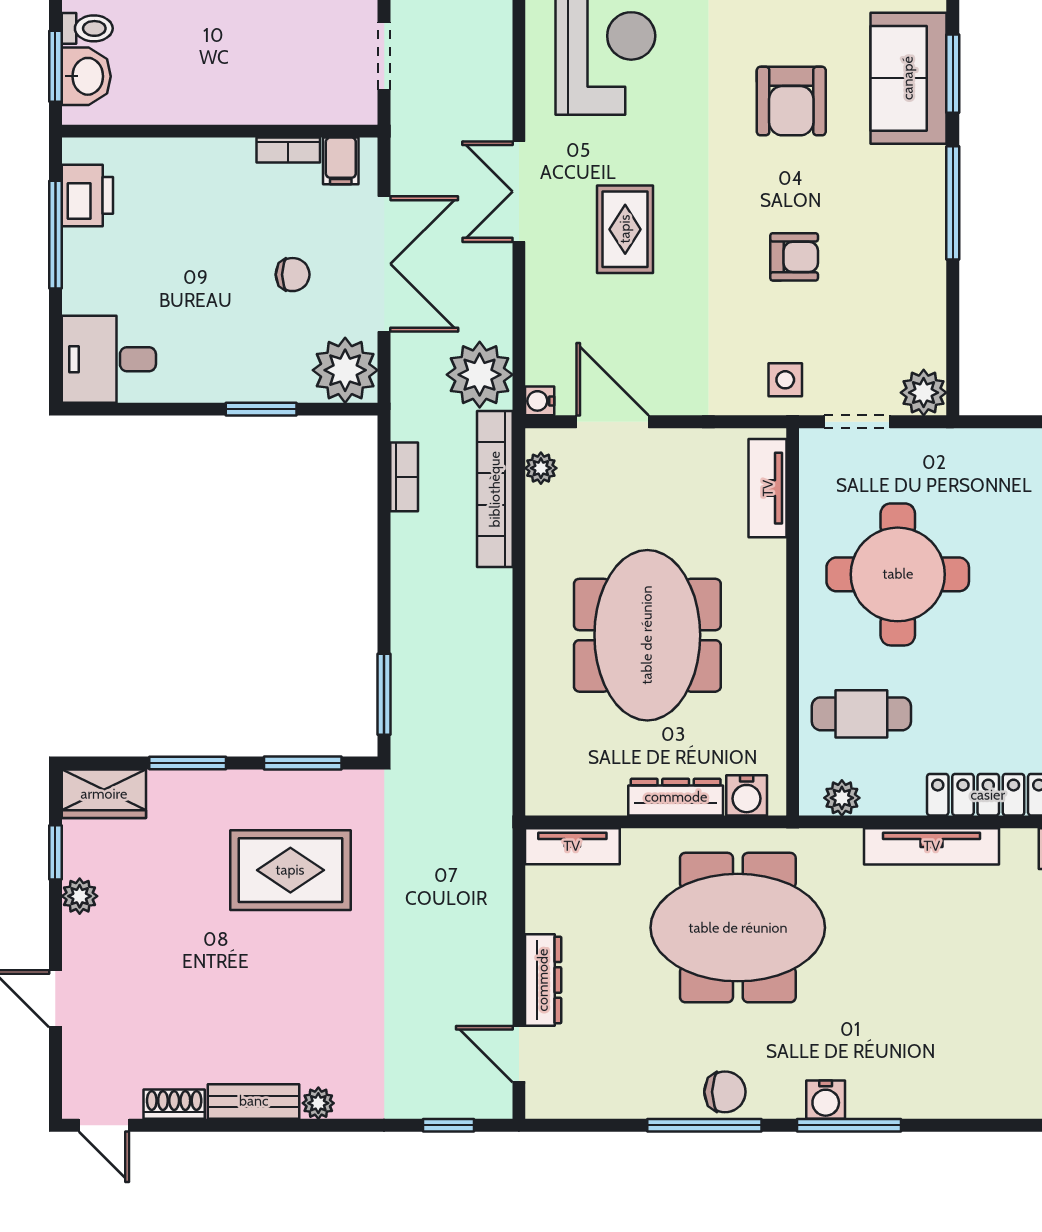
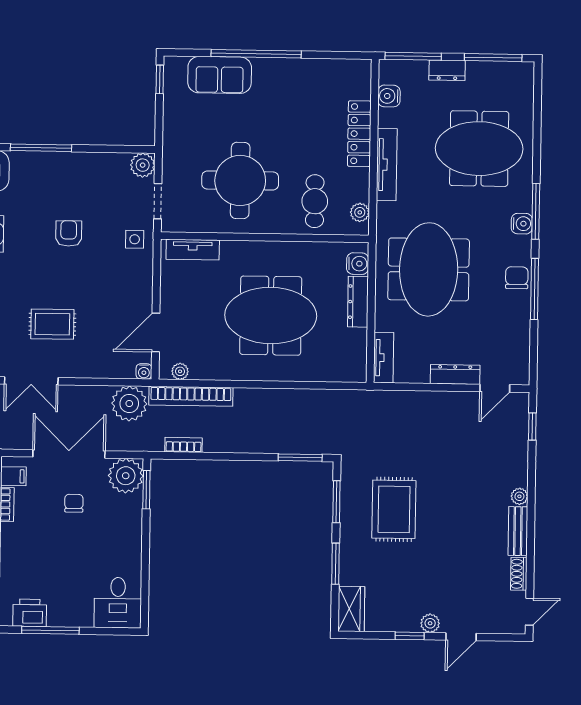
window: (261, 409) -> (146, 490), moved
window: (55, 852) -> (410, 636), moved
plant: (80, 896) -> (430, 623), moved
meeting table: (964, 1018) -> (479, 149), added

